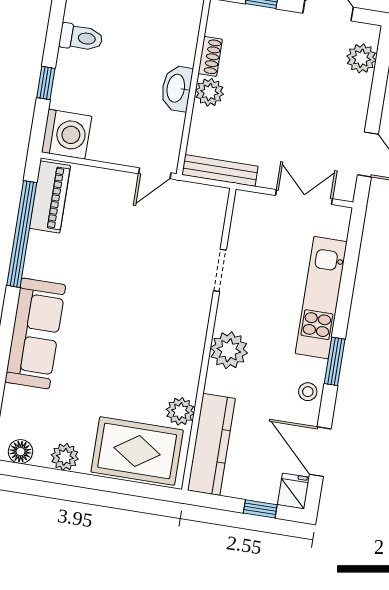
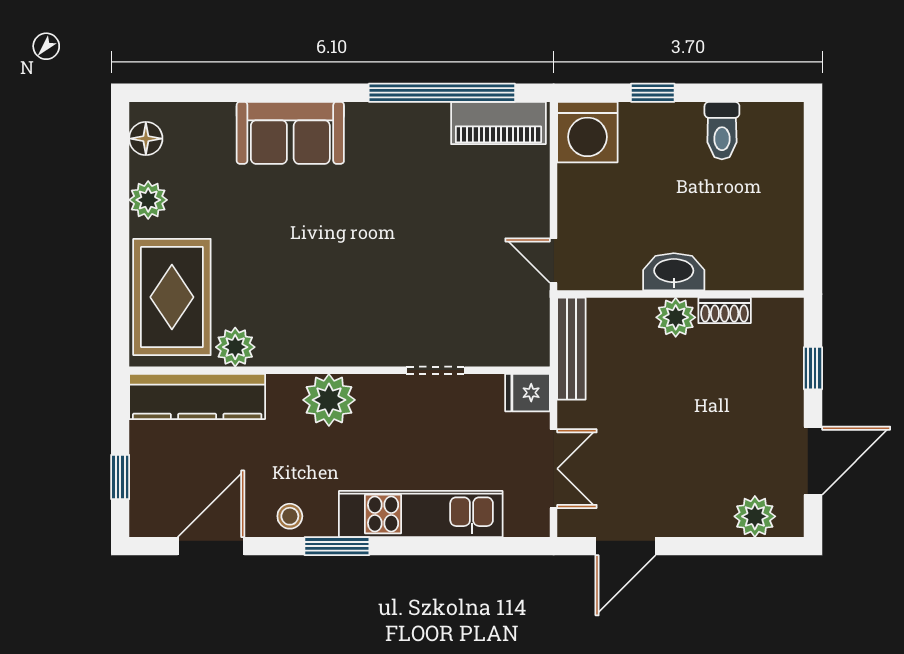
sofa: (35, 333) -> (290, 133), width x0.73
fridge: (293, 491) -> (528, 393), moved, turned 180

